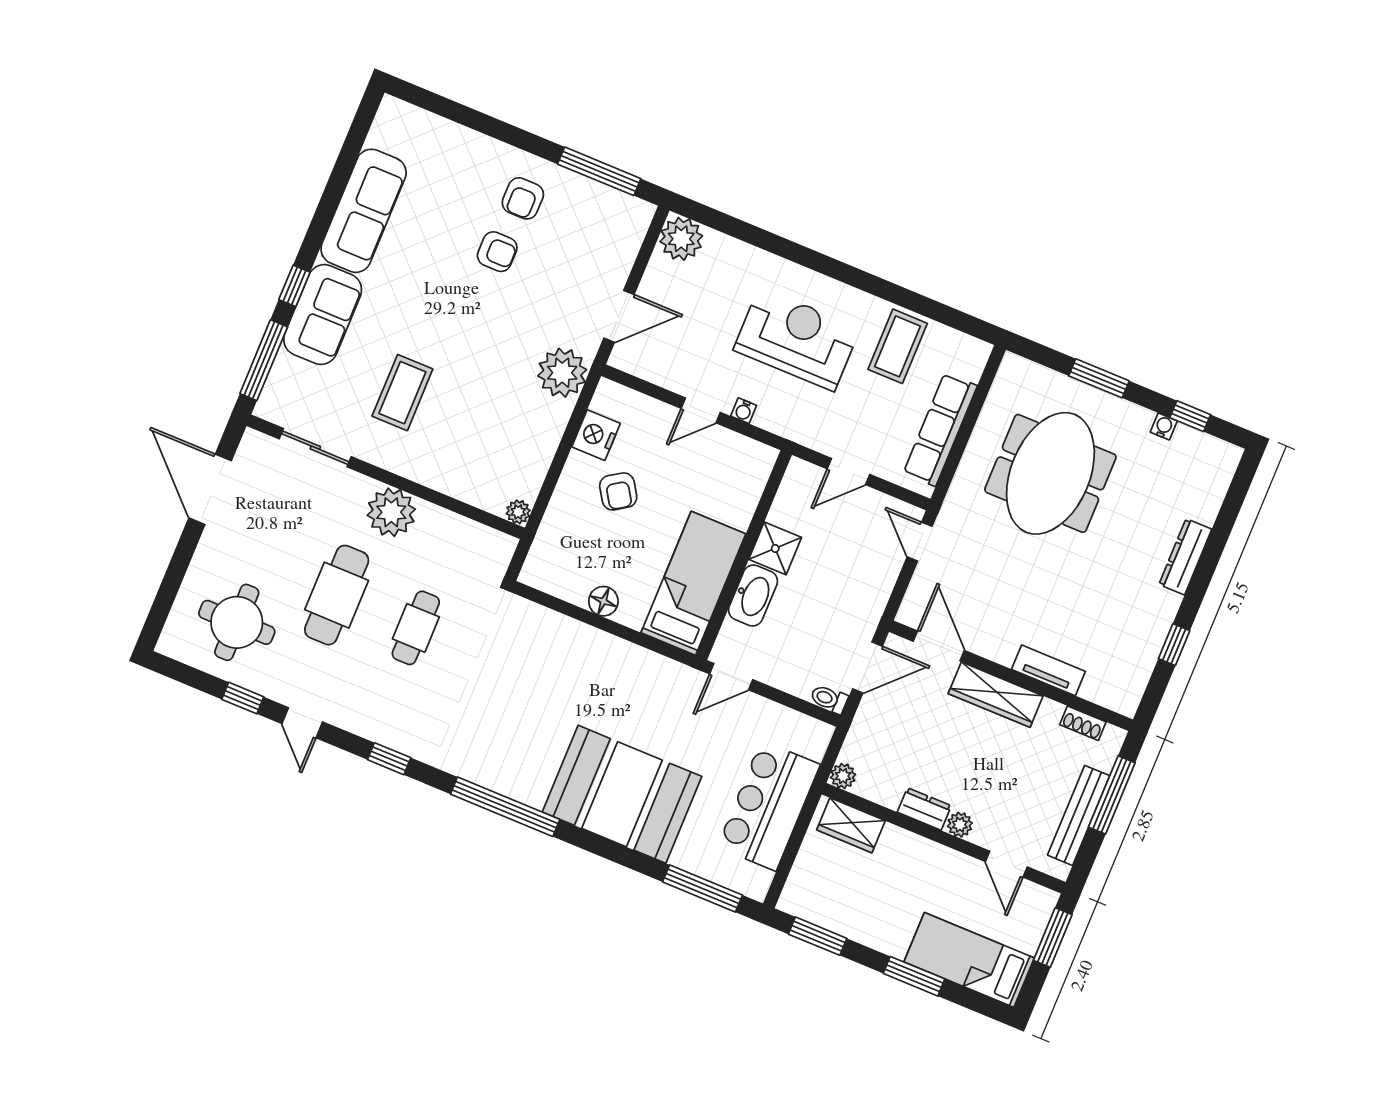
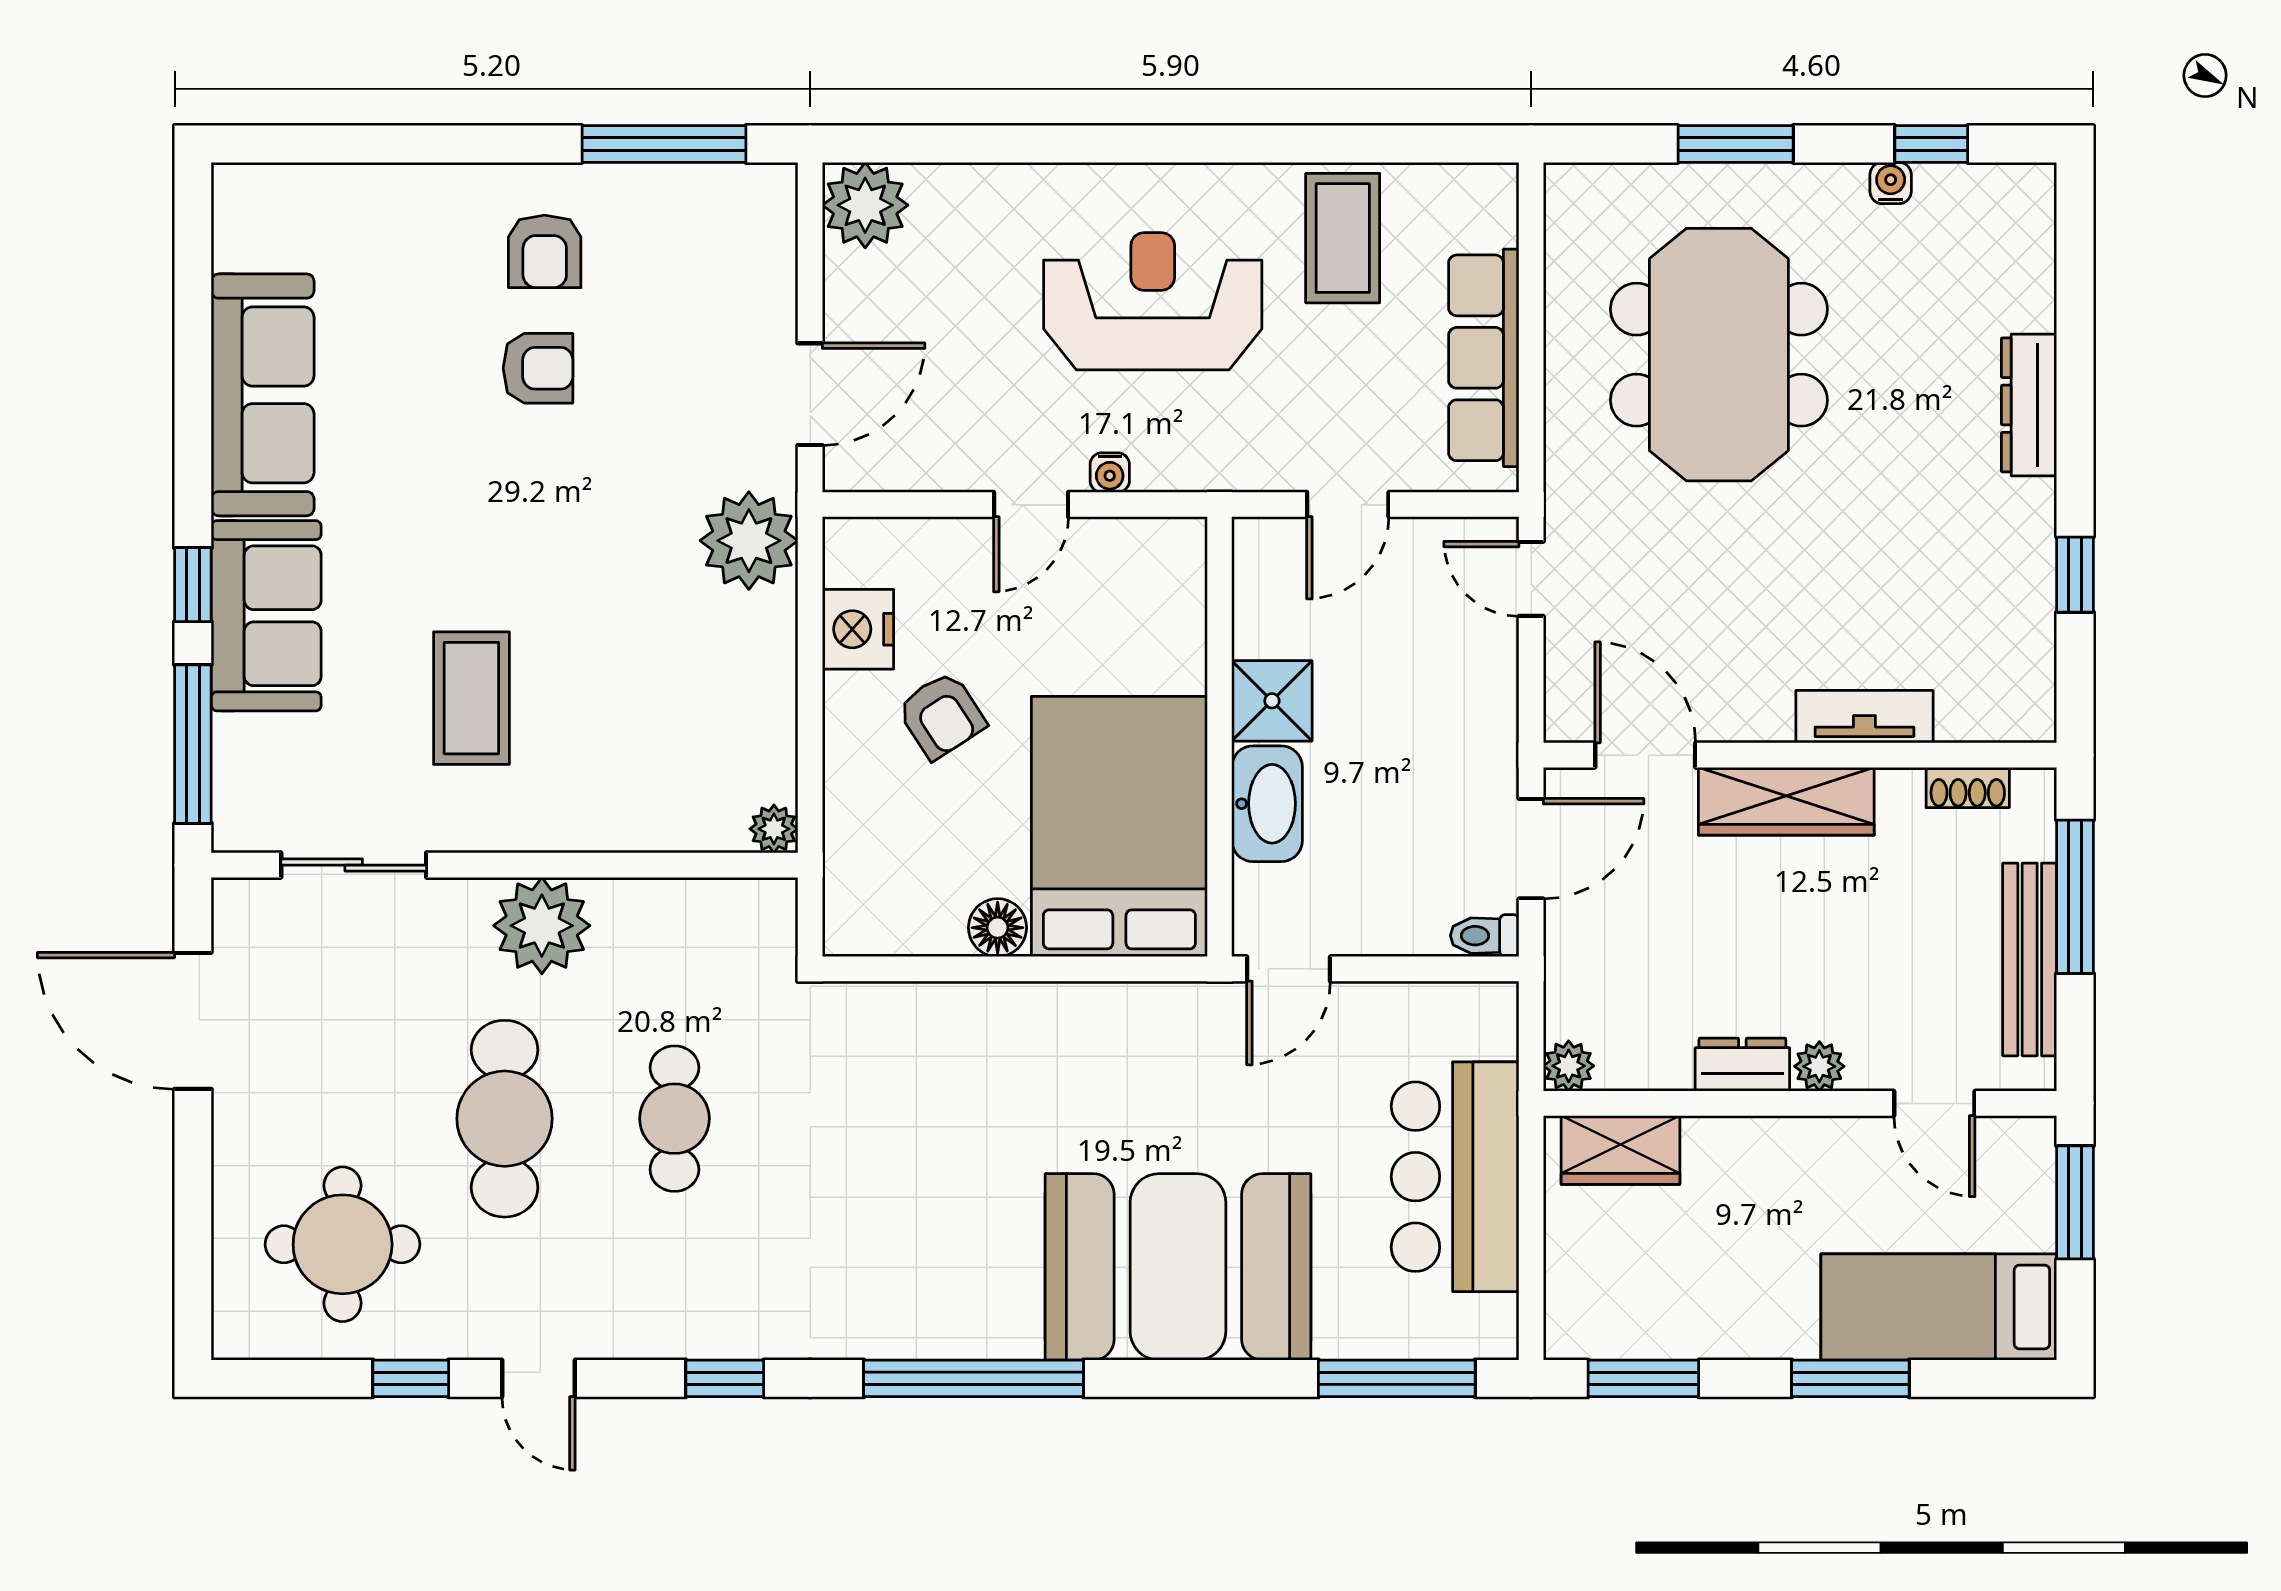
bed: (693, 583) -> (1119, 826), width x1.50

